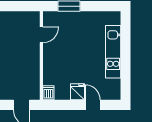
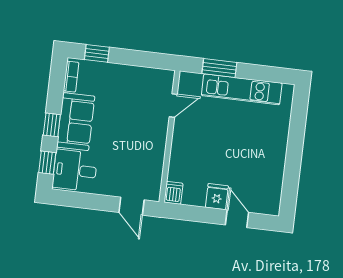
kitchen unit: (113, 52) -> (242, 89), moved, turned -90

